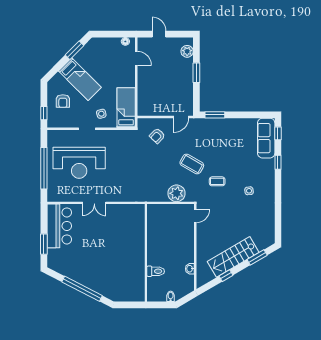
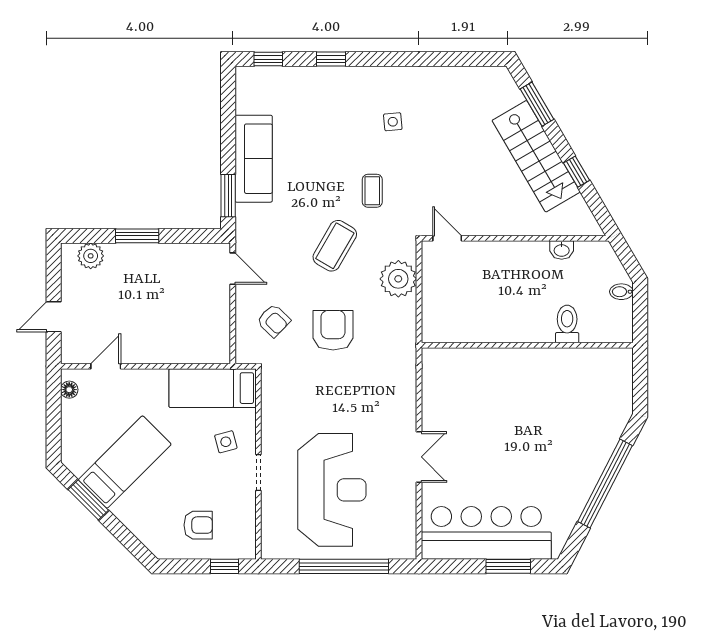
bed: (80, 79) -> (125, 462), moved
sofa: (266, 138) -> (254, 159), moved, turned -90
armchair: (153, 163) -> (333, 330), added
bar counter: (59, 226) -> (486, 533), width x1.36

